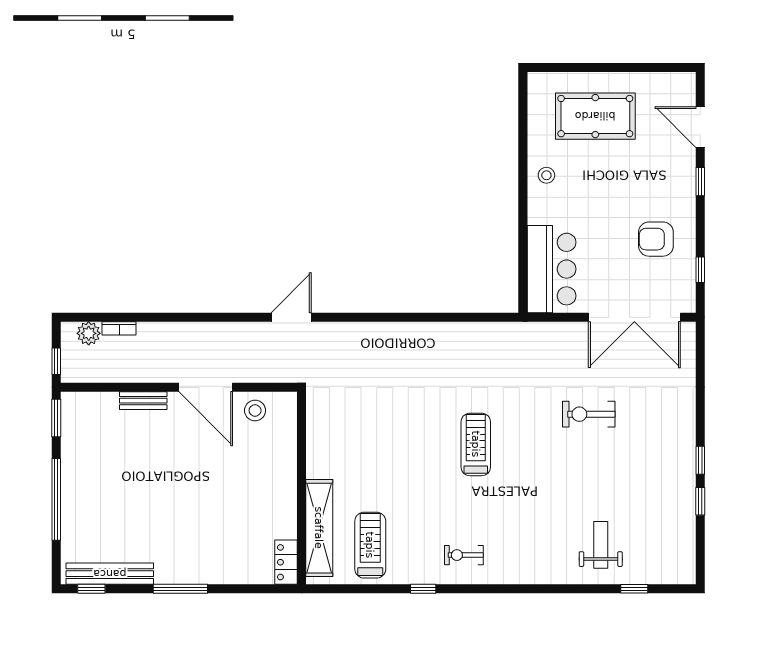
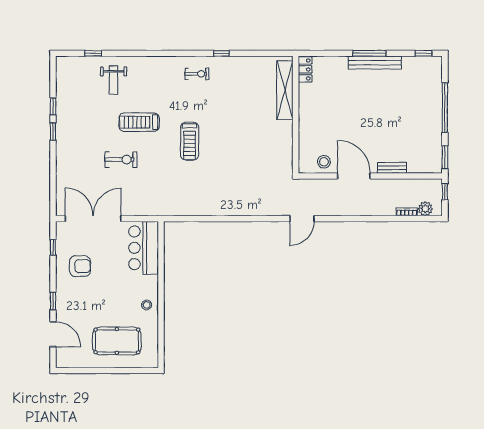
treadmill: (370, 545) -> (139, 122), moved, turned 90
bench: (110, 574) -> (375, 63), moved

